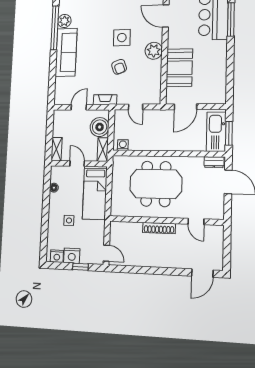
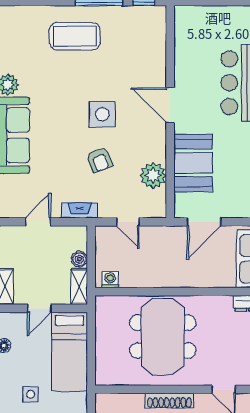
door: (166, 16) -> (170, 105), moved
plant: (154, 51) -> (153, 175), moved
boiler: (100, 127) -> (79, 259), width x0.54, depth x0.54
door: (77, 164) -> (39, 308), swing flipped
meeting table: (156, 184) -> (163, 337), turned 90

